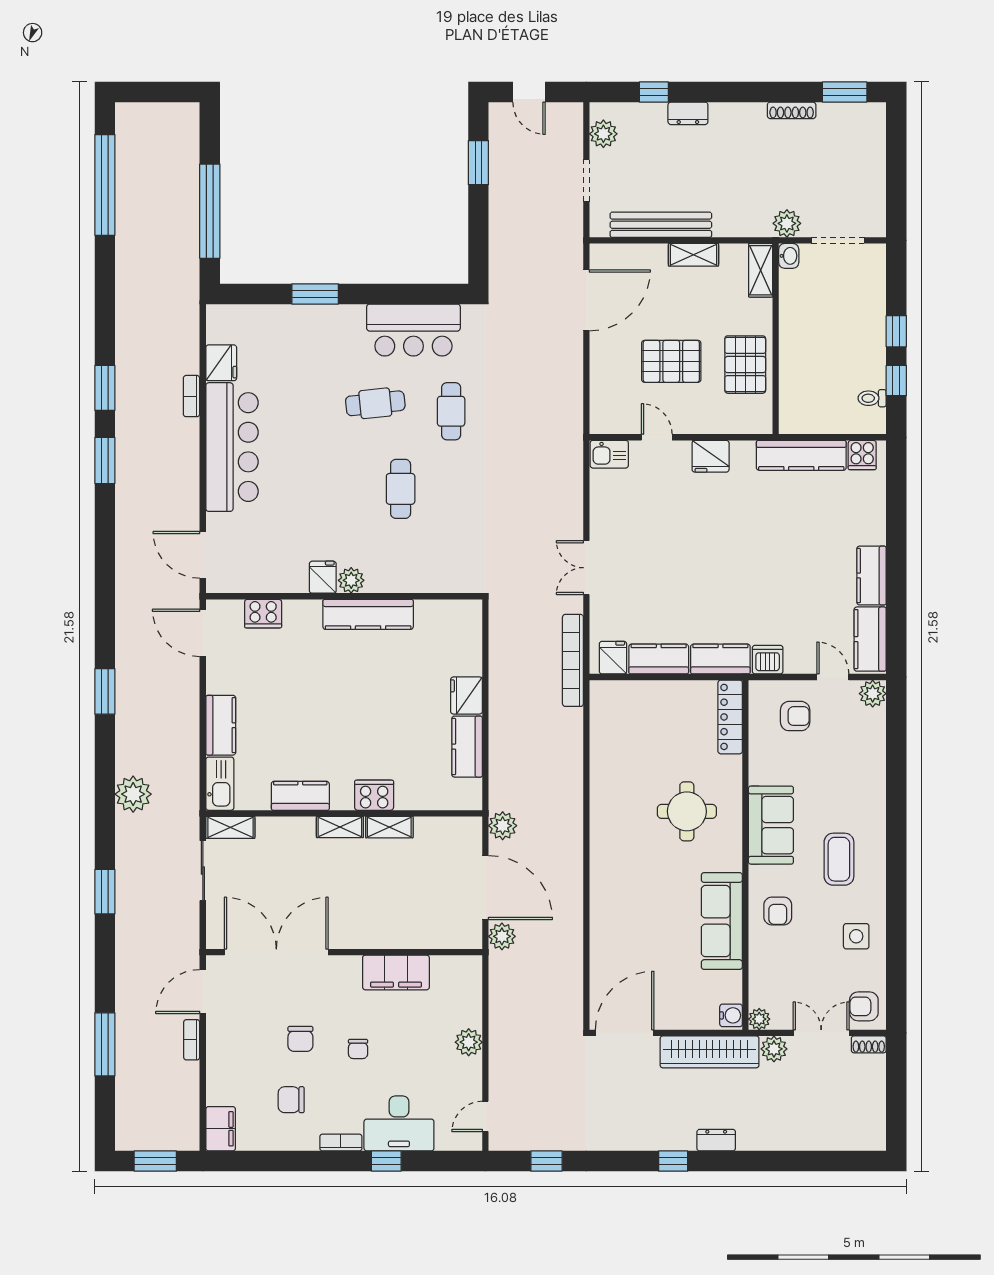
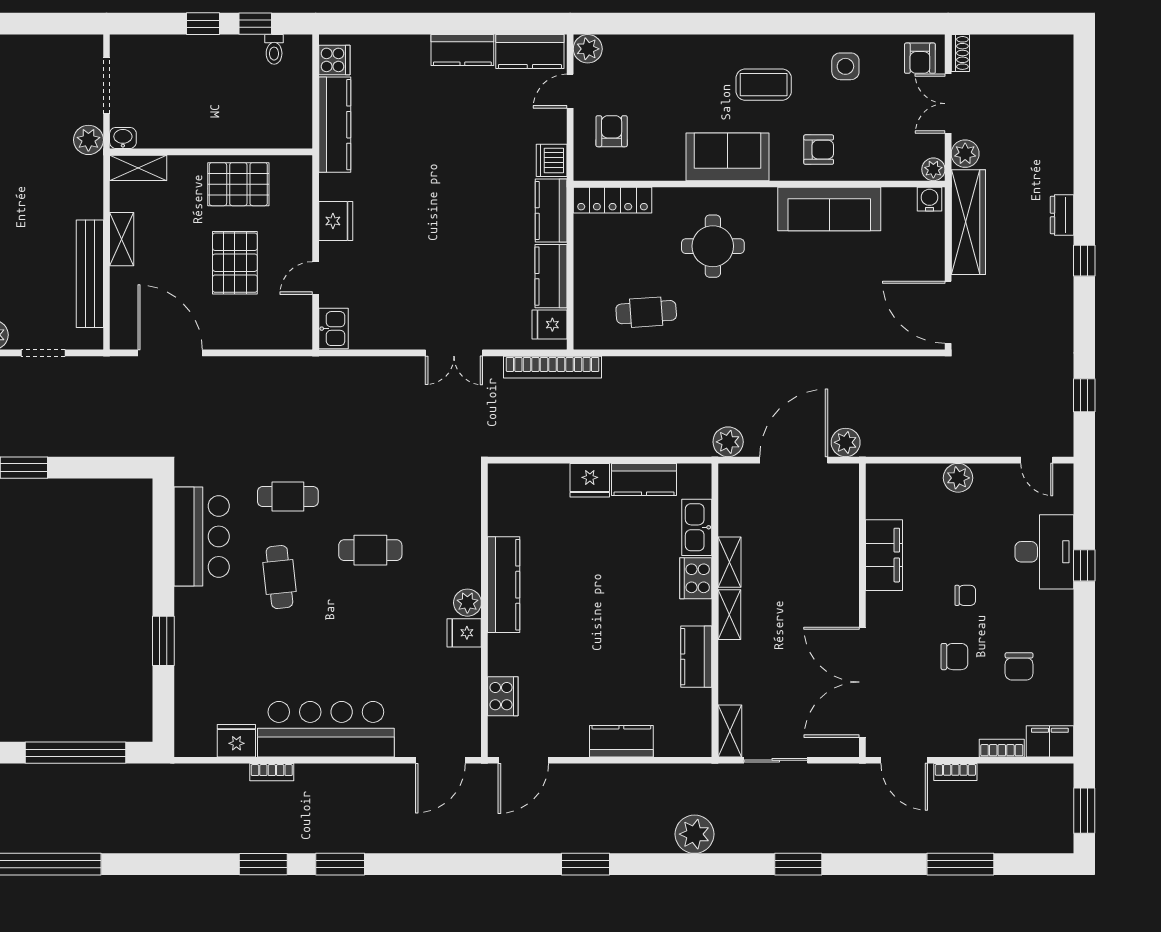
cafe table: (625, 749) -> (646, 312), added
kitchen sink: (220, 784) -> (697, 527), moved, turned -90
bookcase: (341, 1143) -> (1002, 748), moved, turned 90

